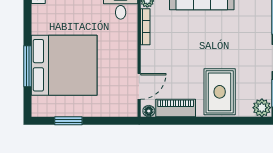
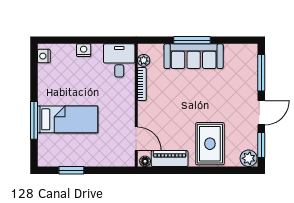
bed: (64, 65) -> (68, 119), width x0.49
door: (139, 86) -> (136, 139), hinge flipped

